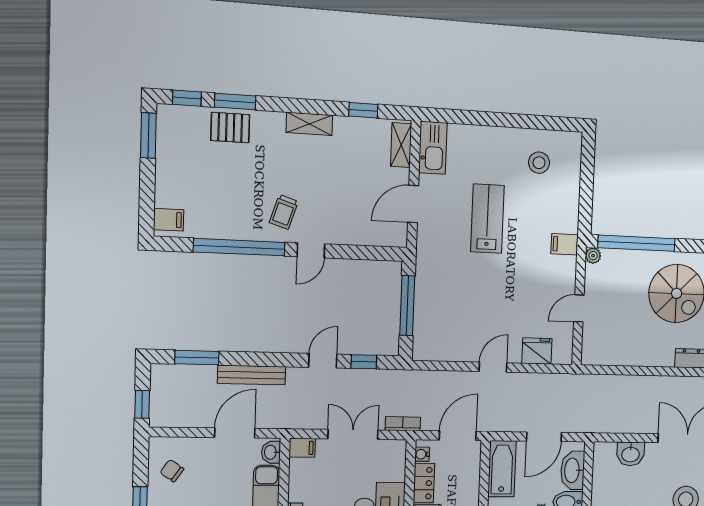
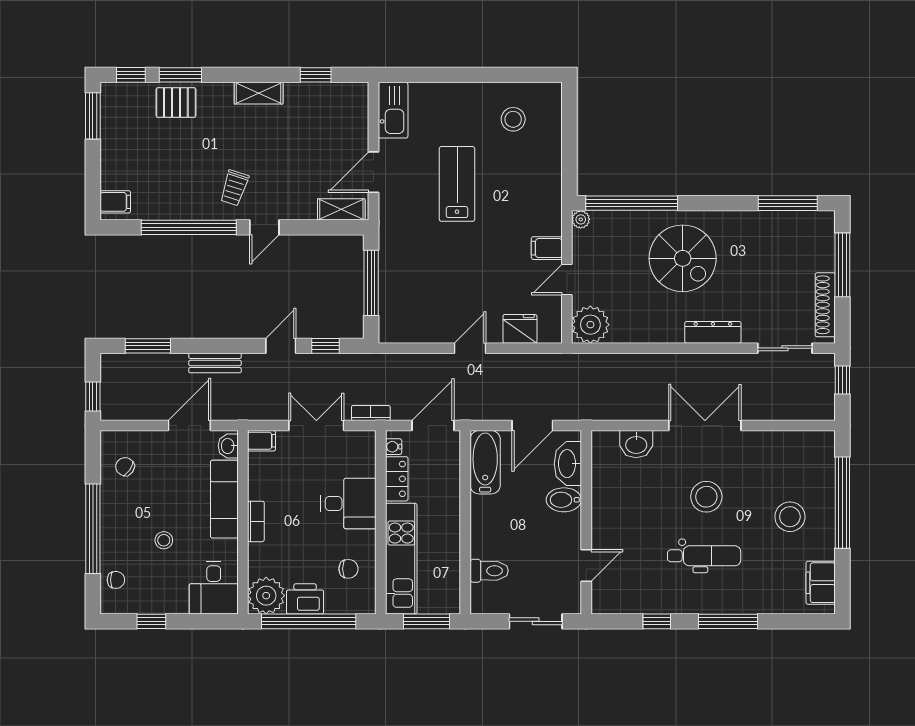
shelving: (401, 145) -> (341, 209), moved, turned 90
filing cabinet: (565, 244) -> (547, 248), moved
plant: (597, 349) -> (590, 325), added
bench: (252, 375) -> (215, 363), width x0.73

